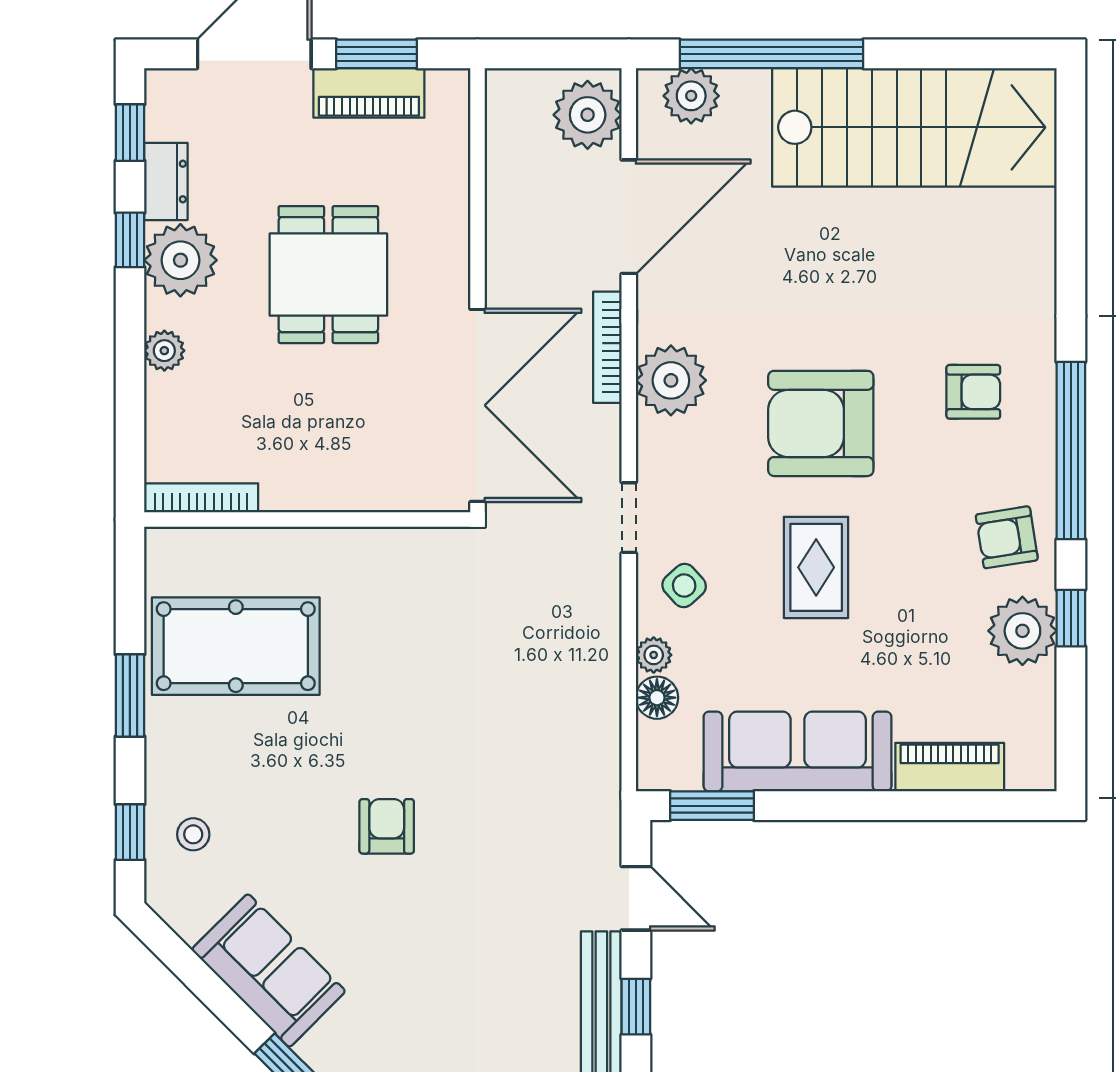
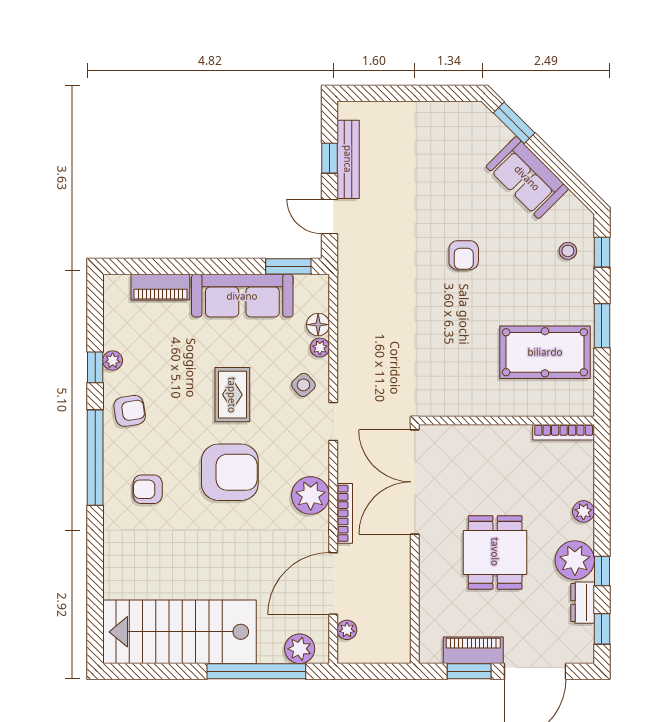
plant: (588, 115) -> (347, 630), width x0.53, depth x0.53
plant: (1022, 631) -> (113, 361), width x0.53, depth x0.53

